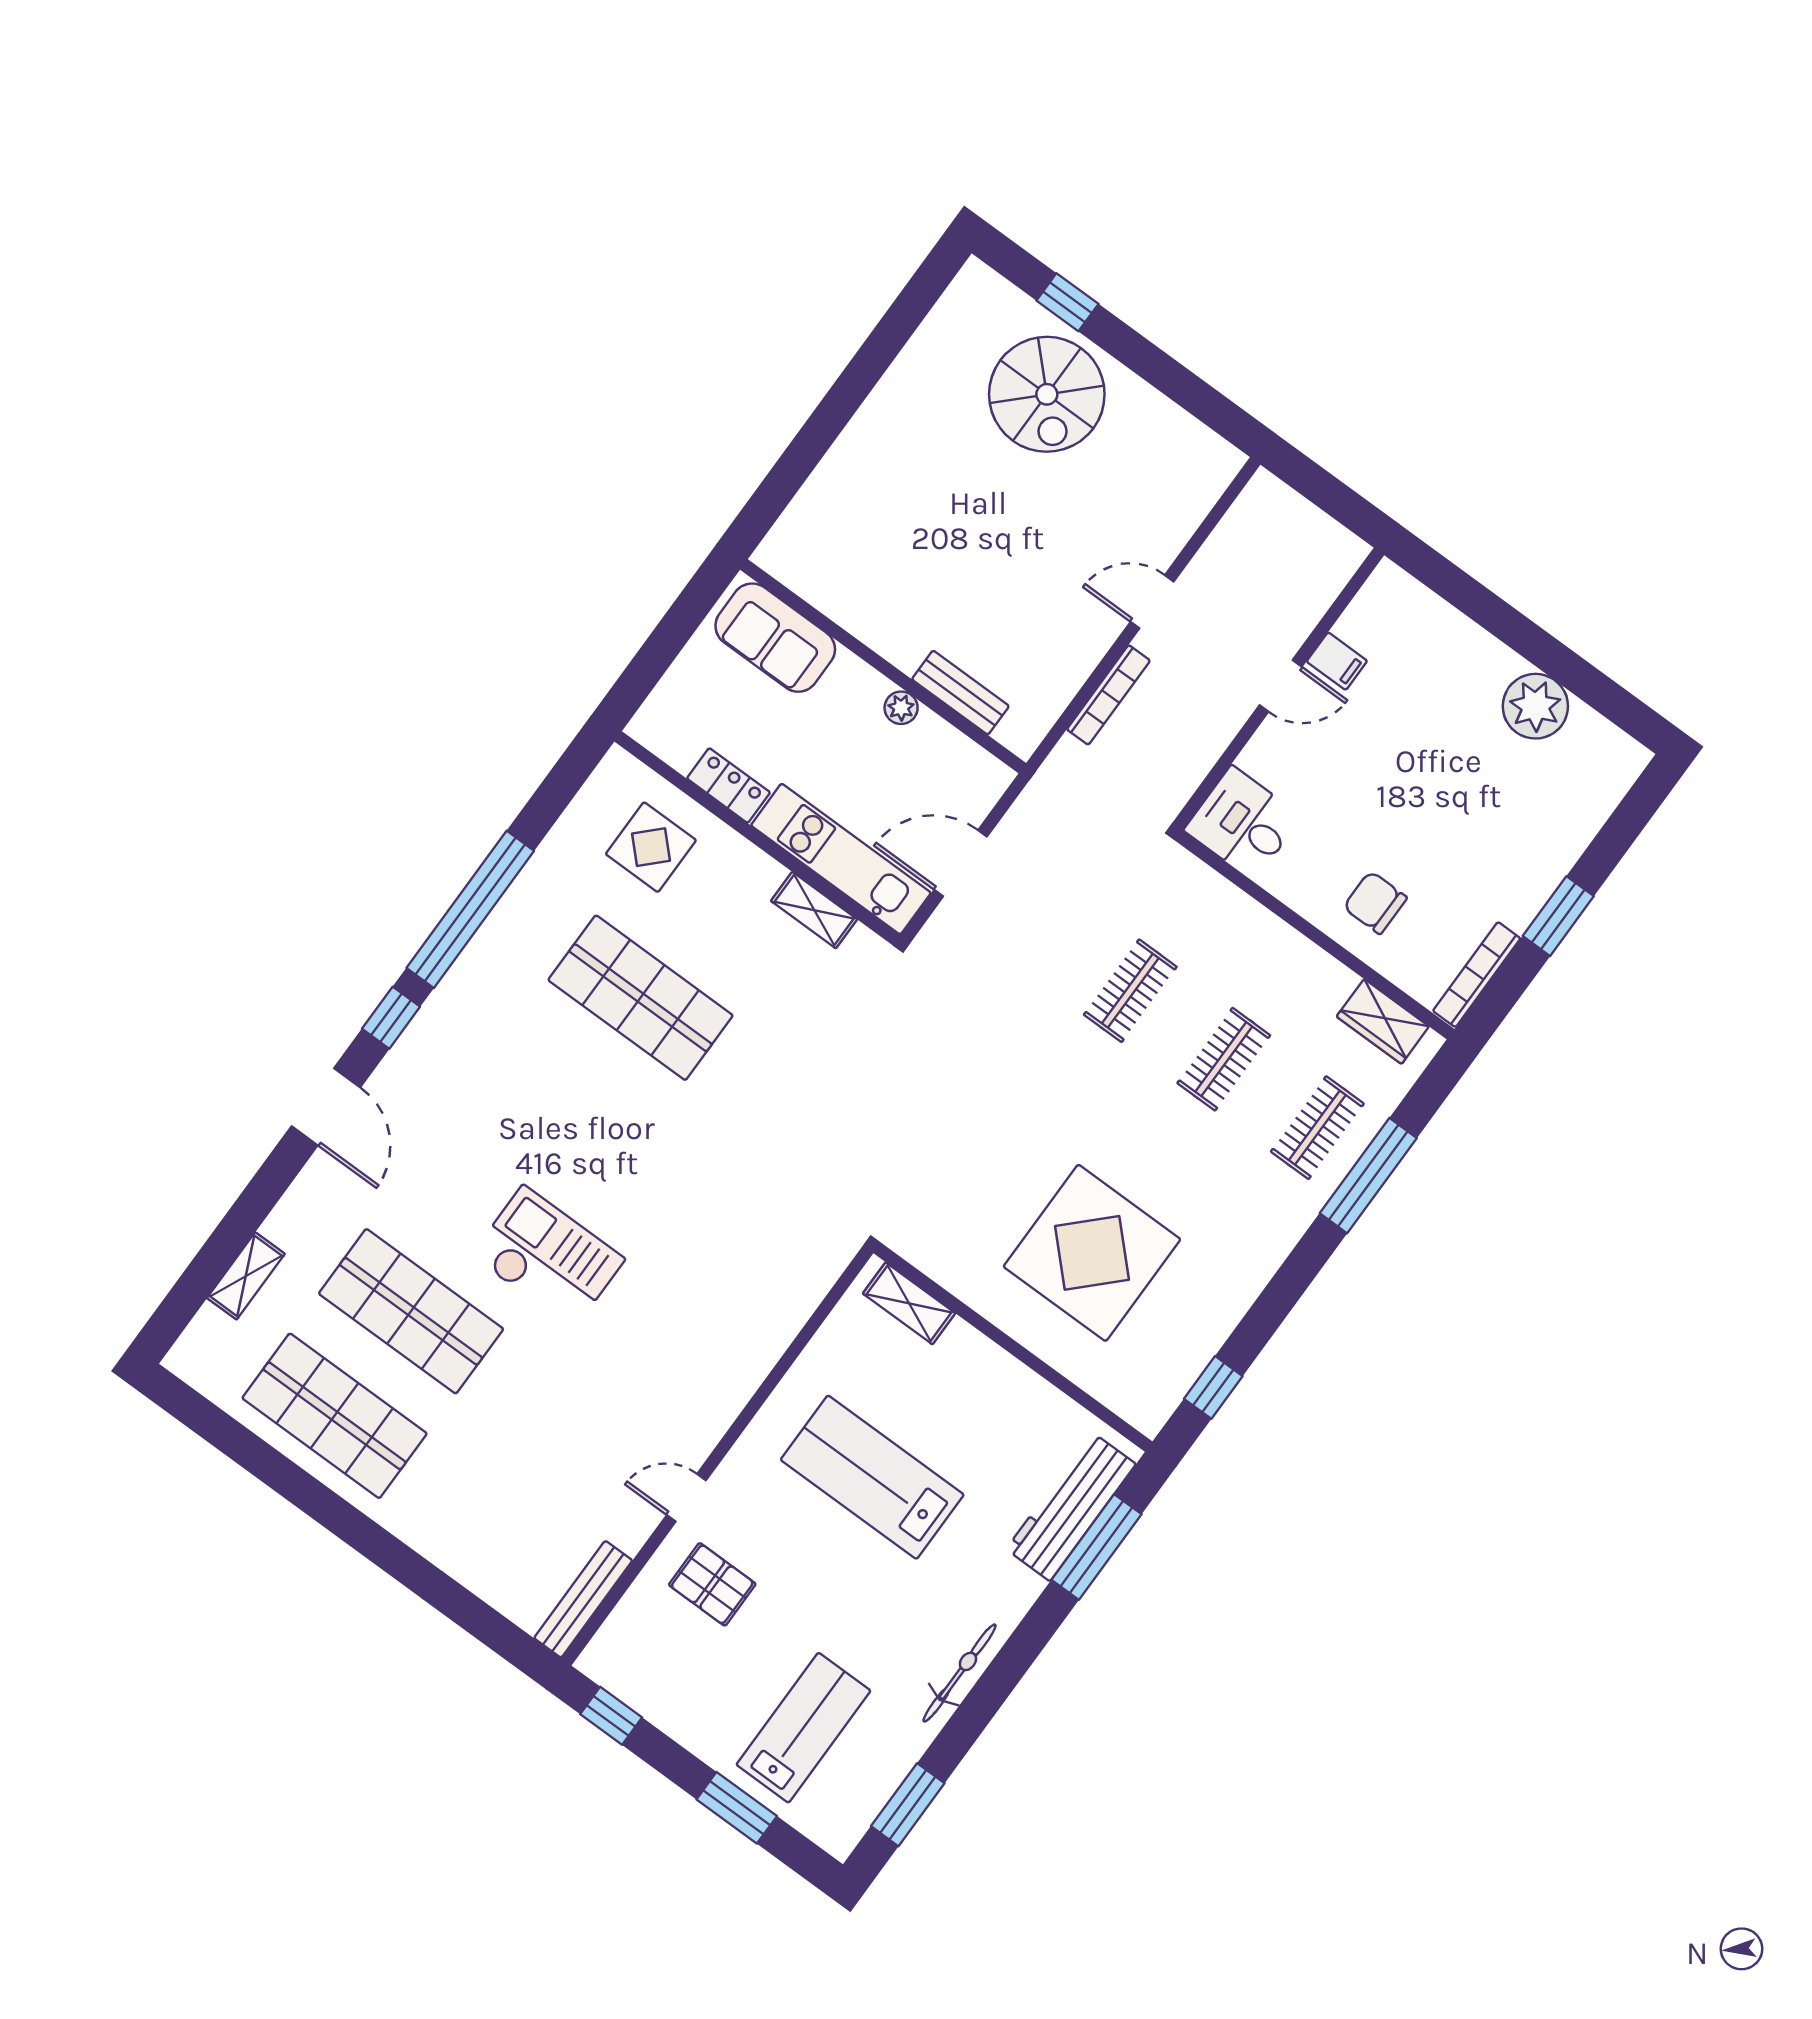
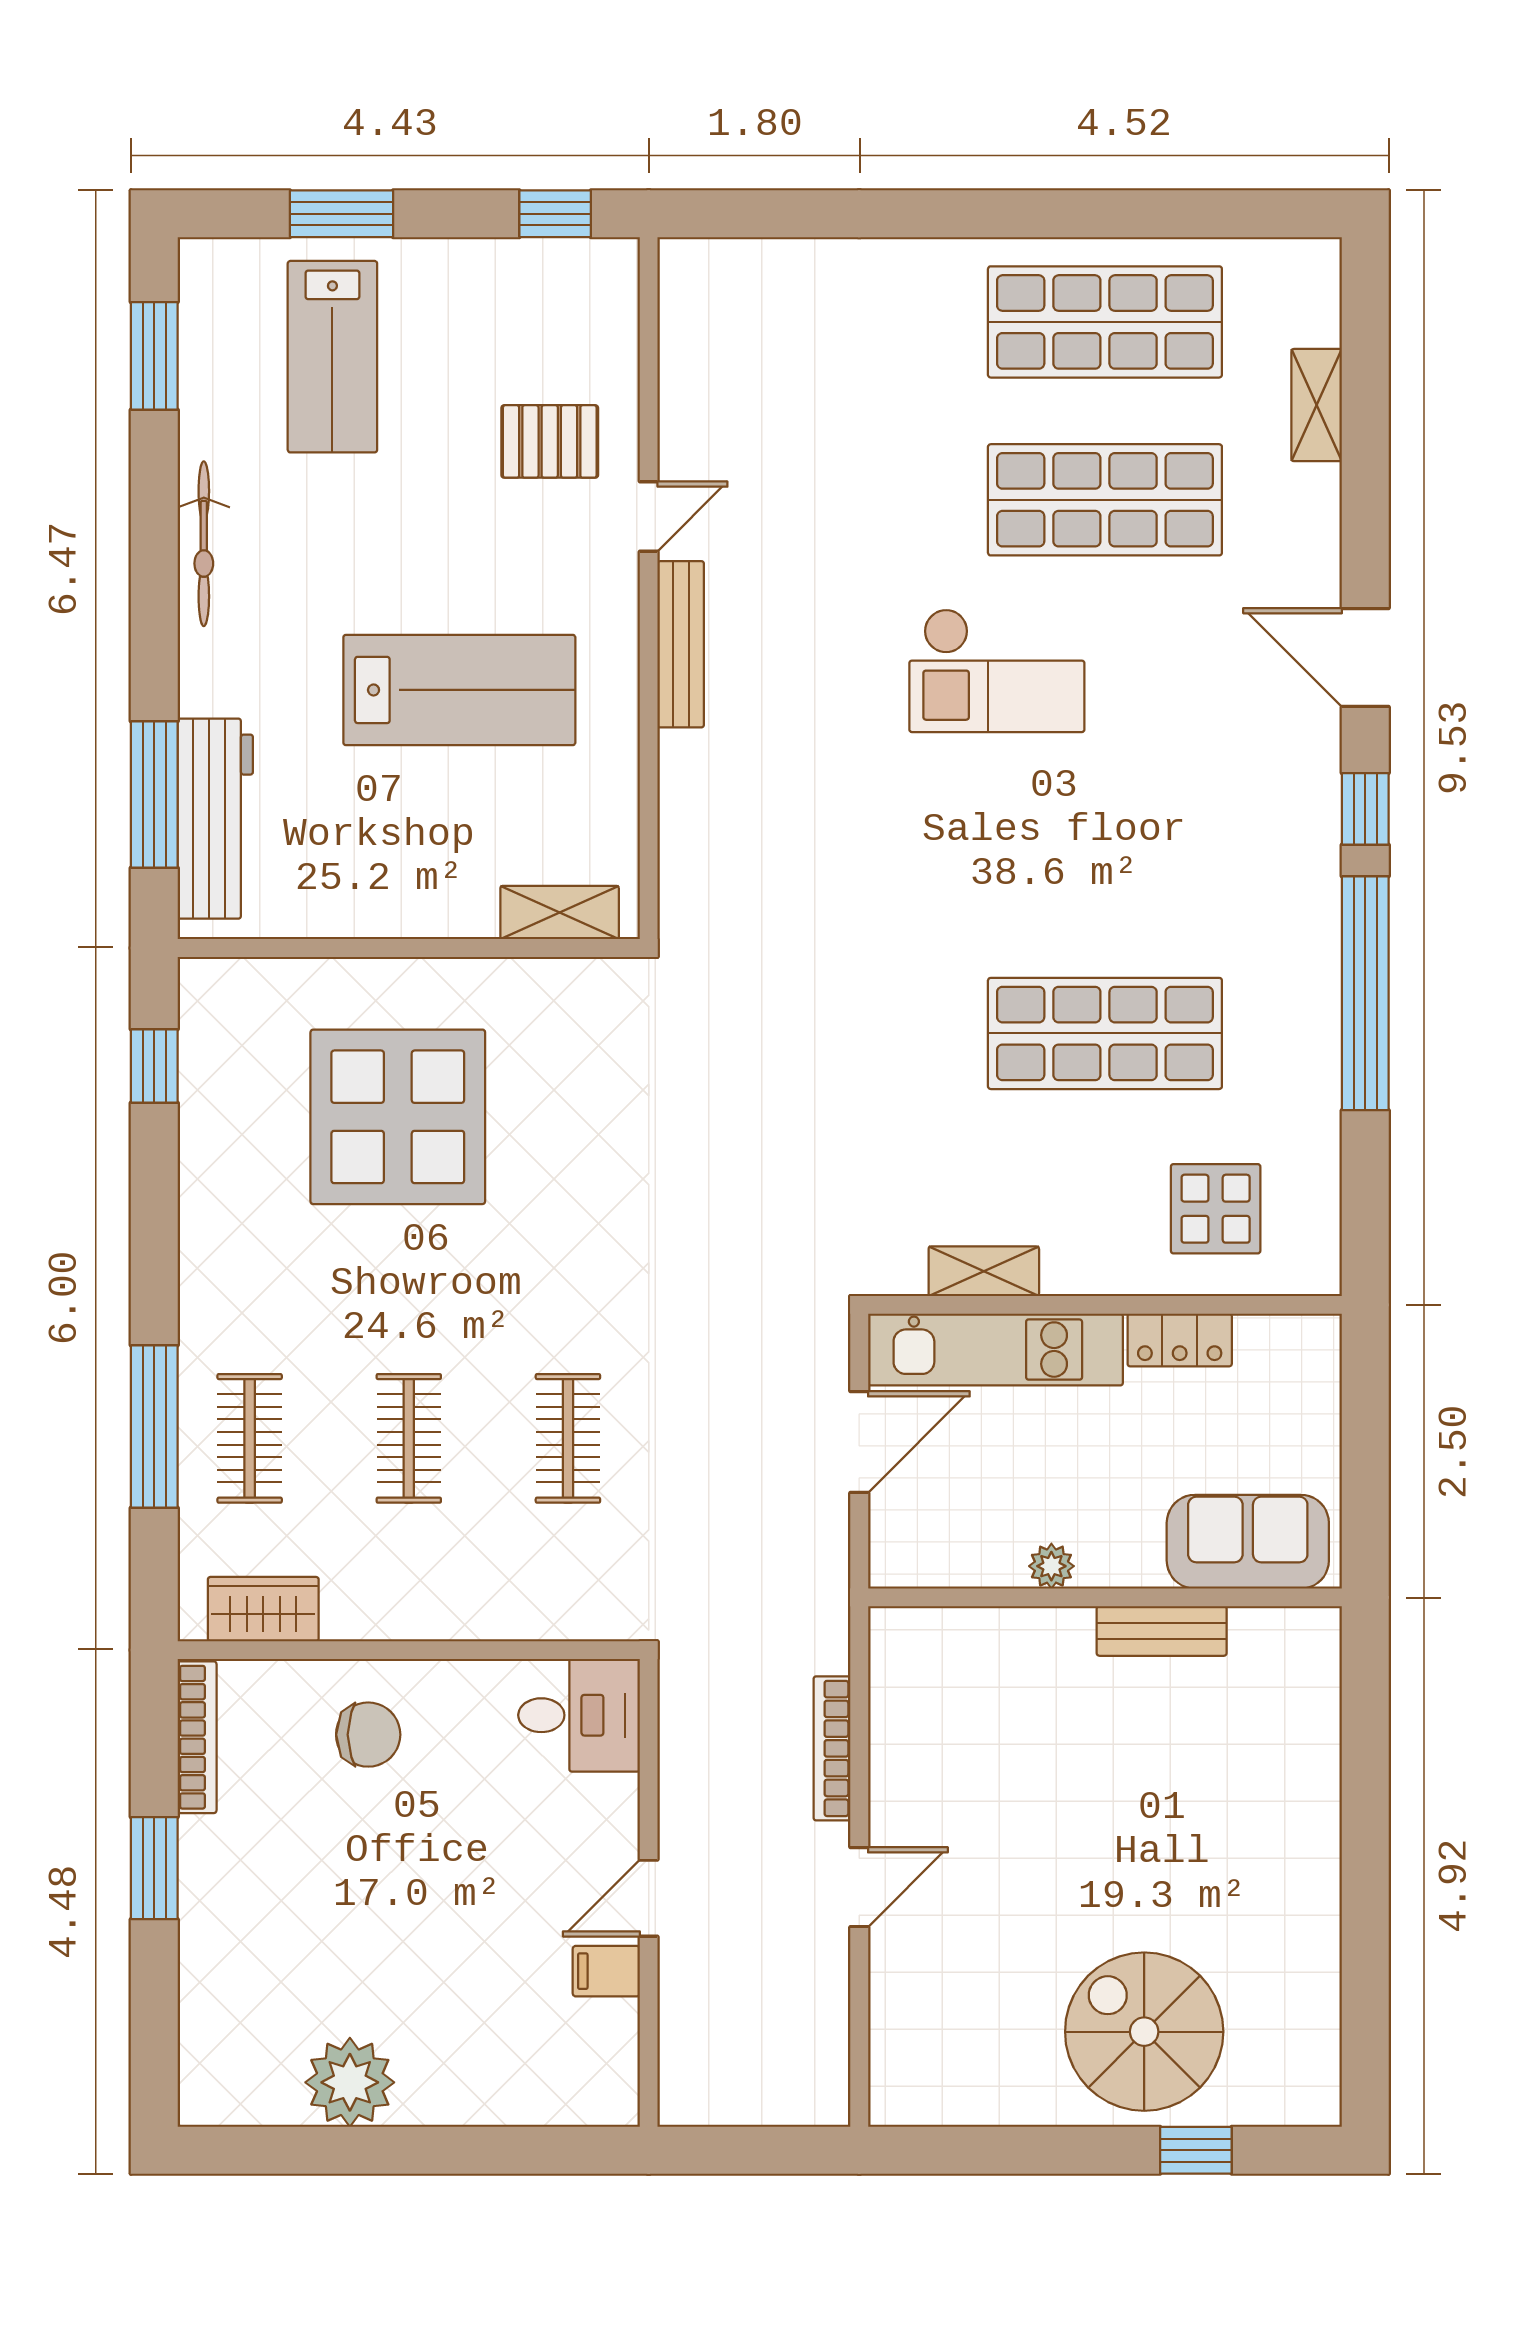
bench: (960, 693) -> (1162, 1631), moved
bench: (583, 1599) -> (681, 644), moved

